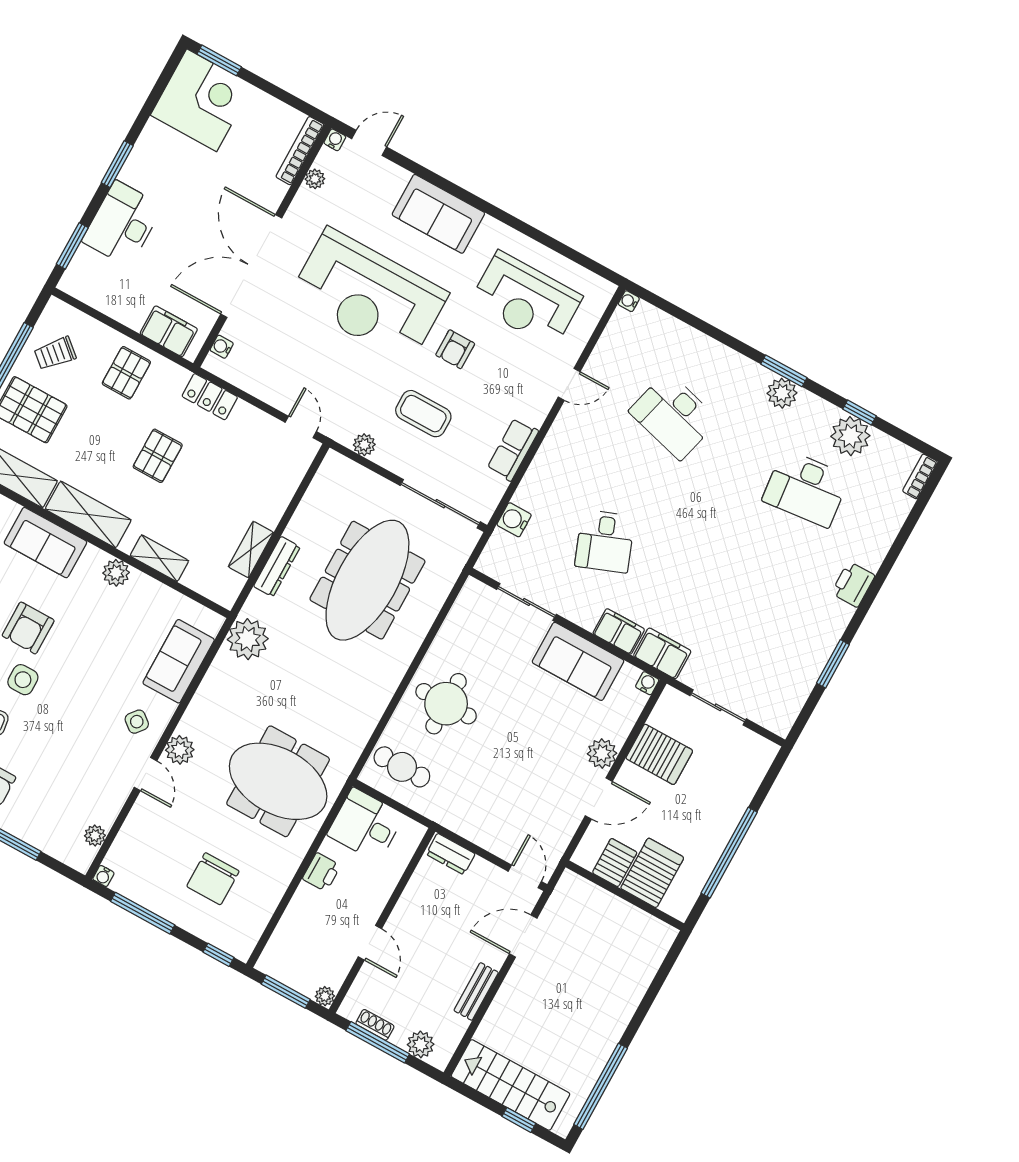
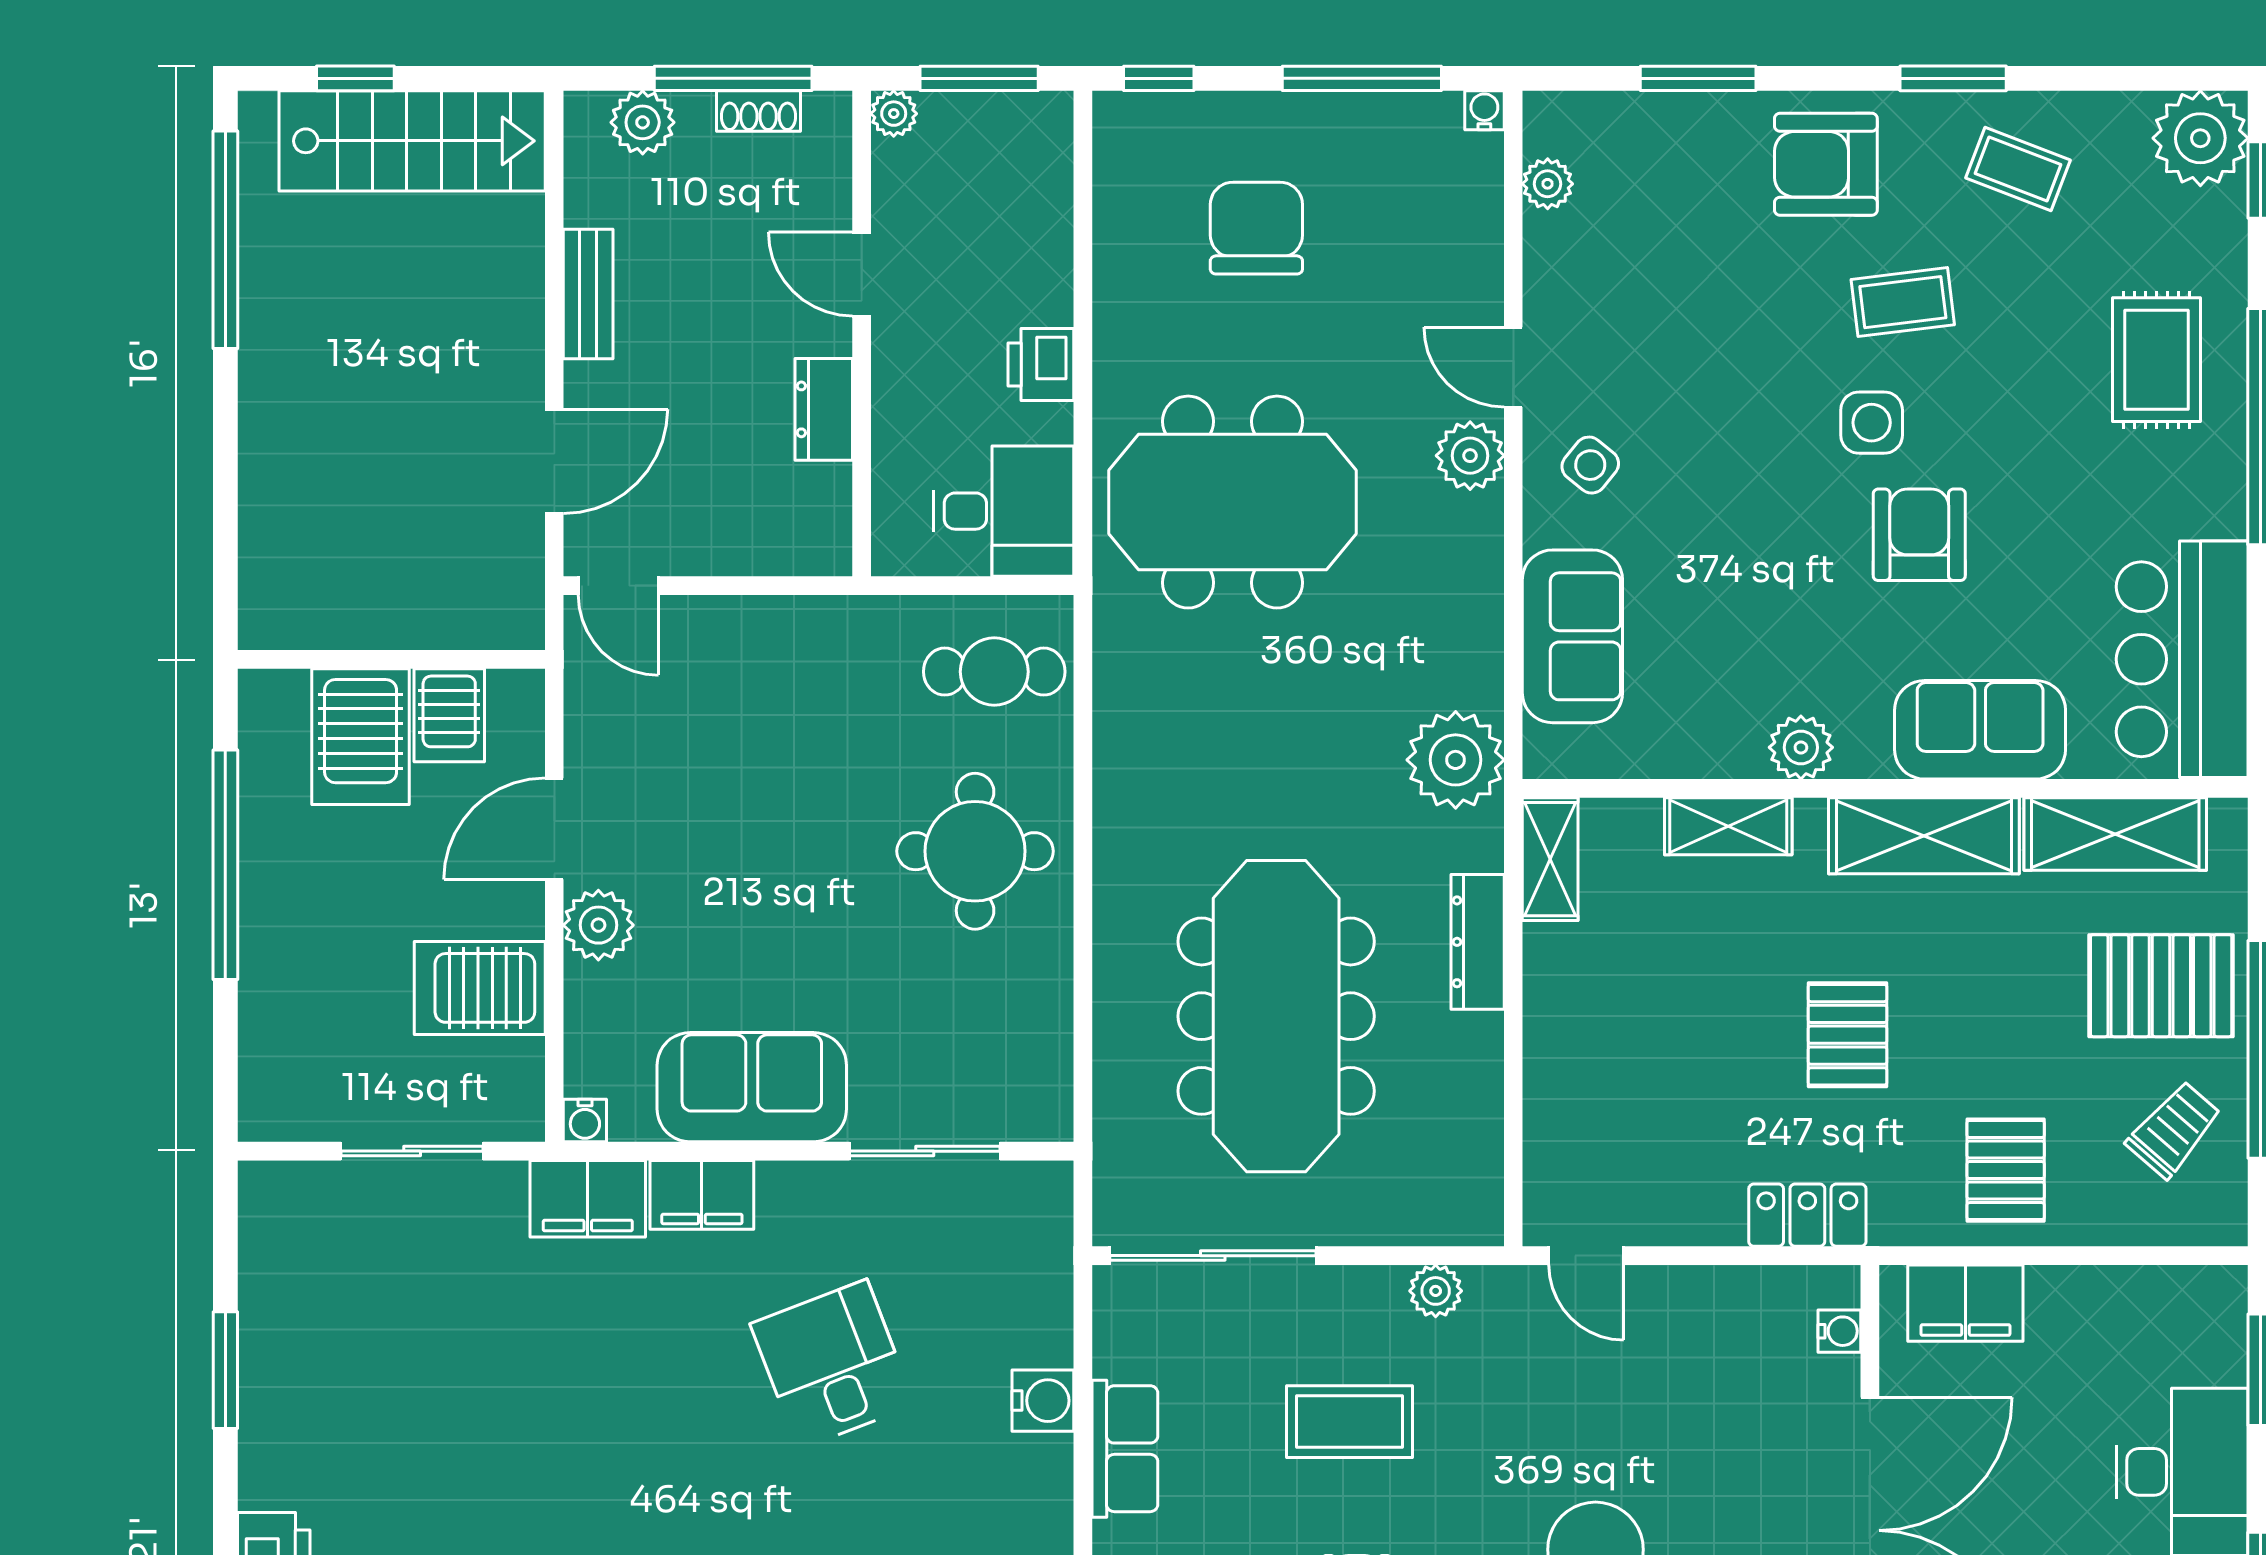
water cooler: (514, 520) -> (1043, 1401), moved
shelving: (251, 550) -> (1550, 859), moved
dresser: (451, 854) -> (824, 409), moved, turned -90

